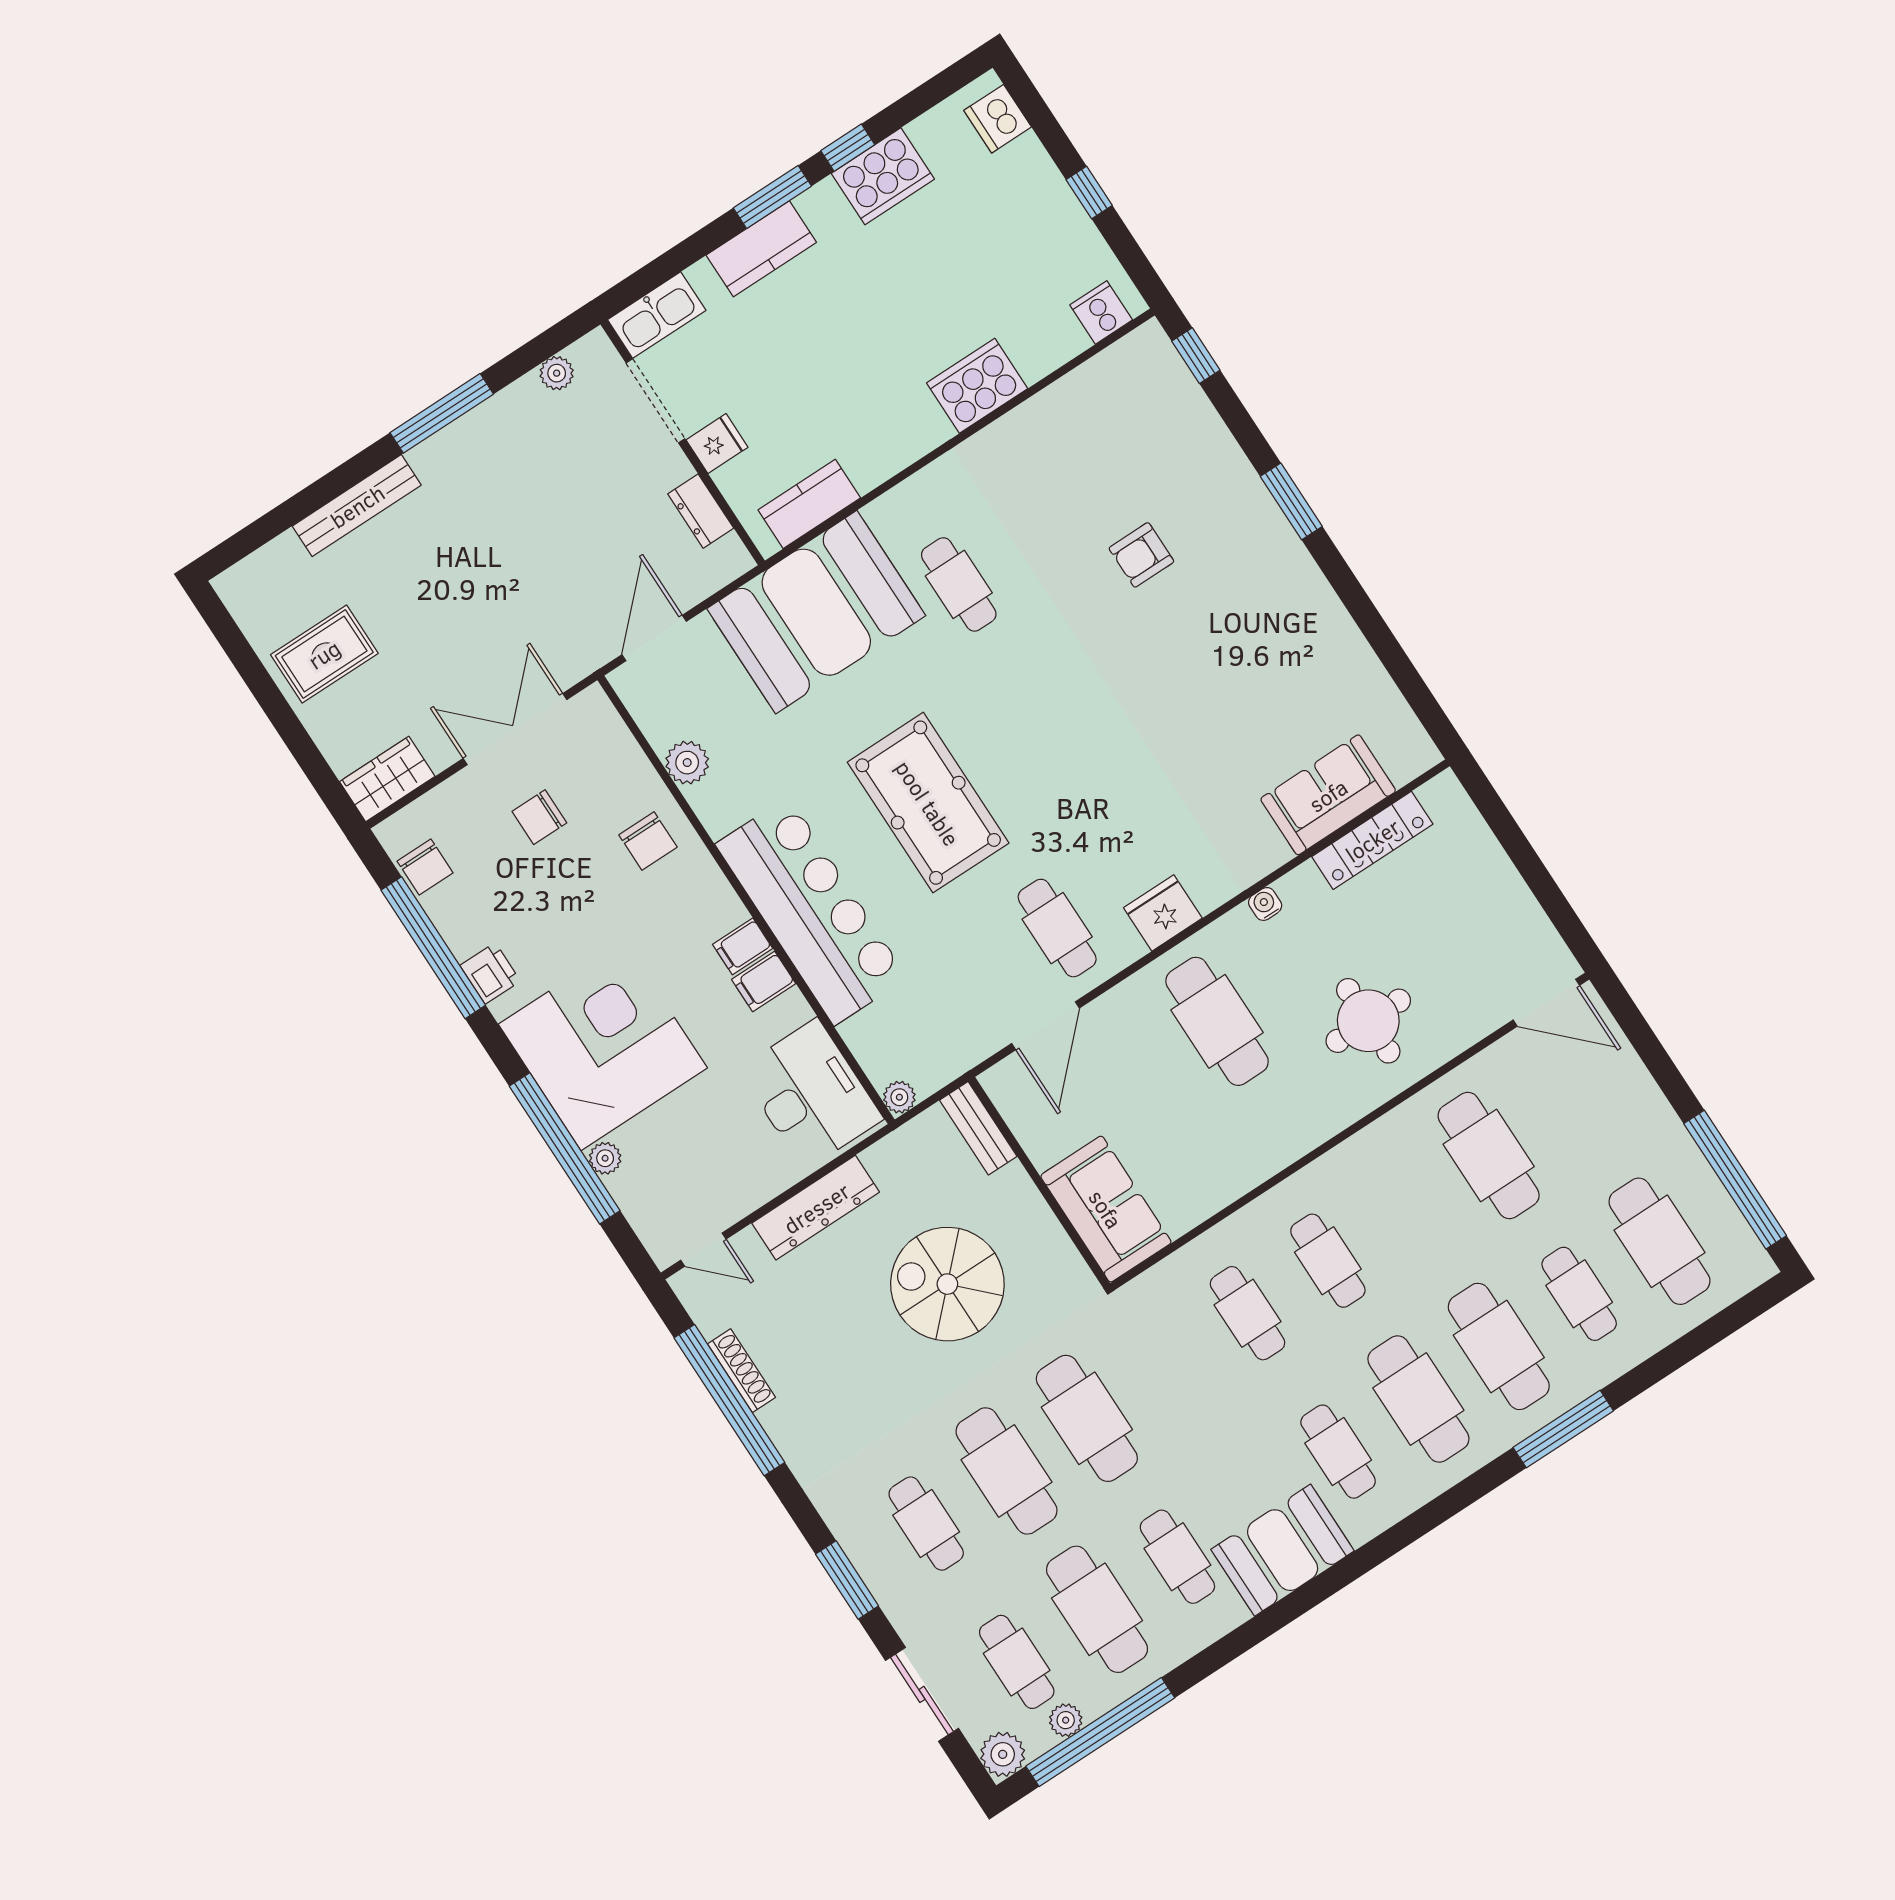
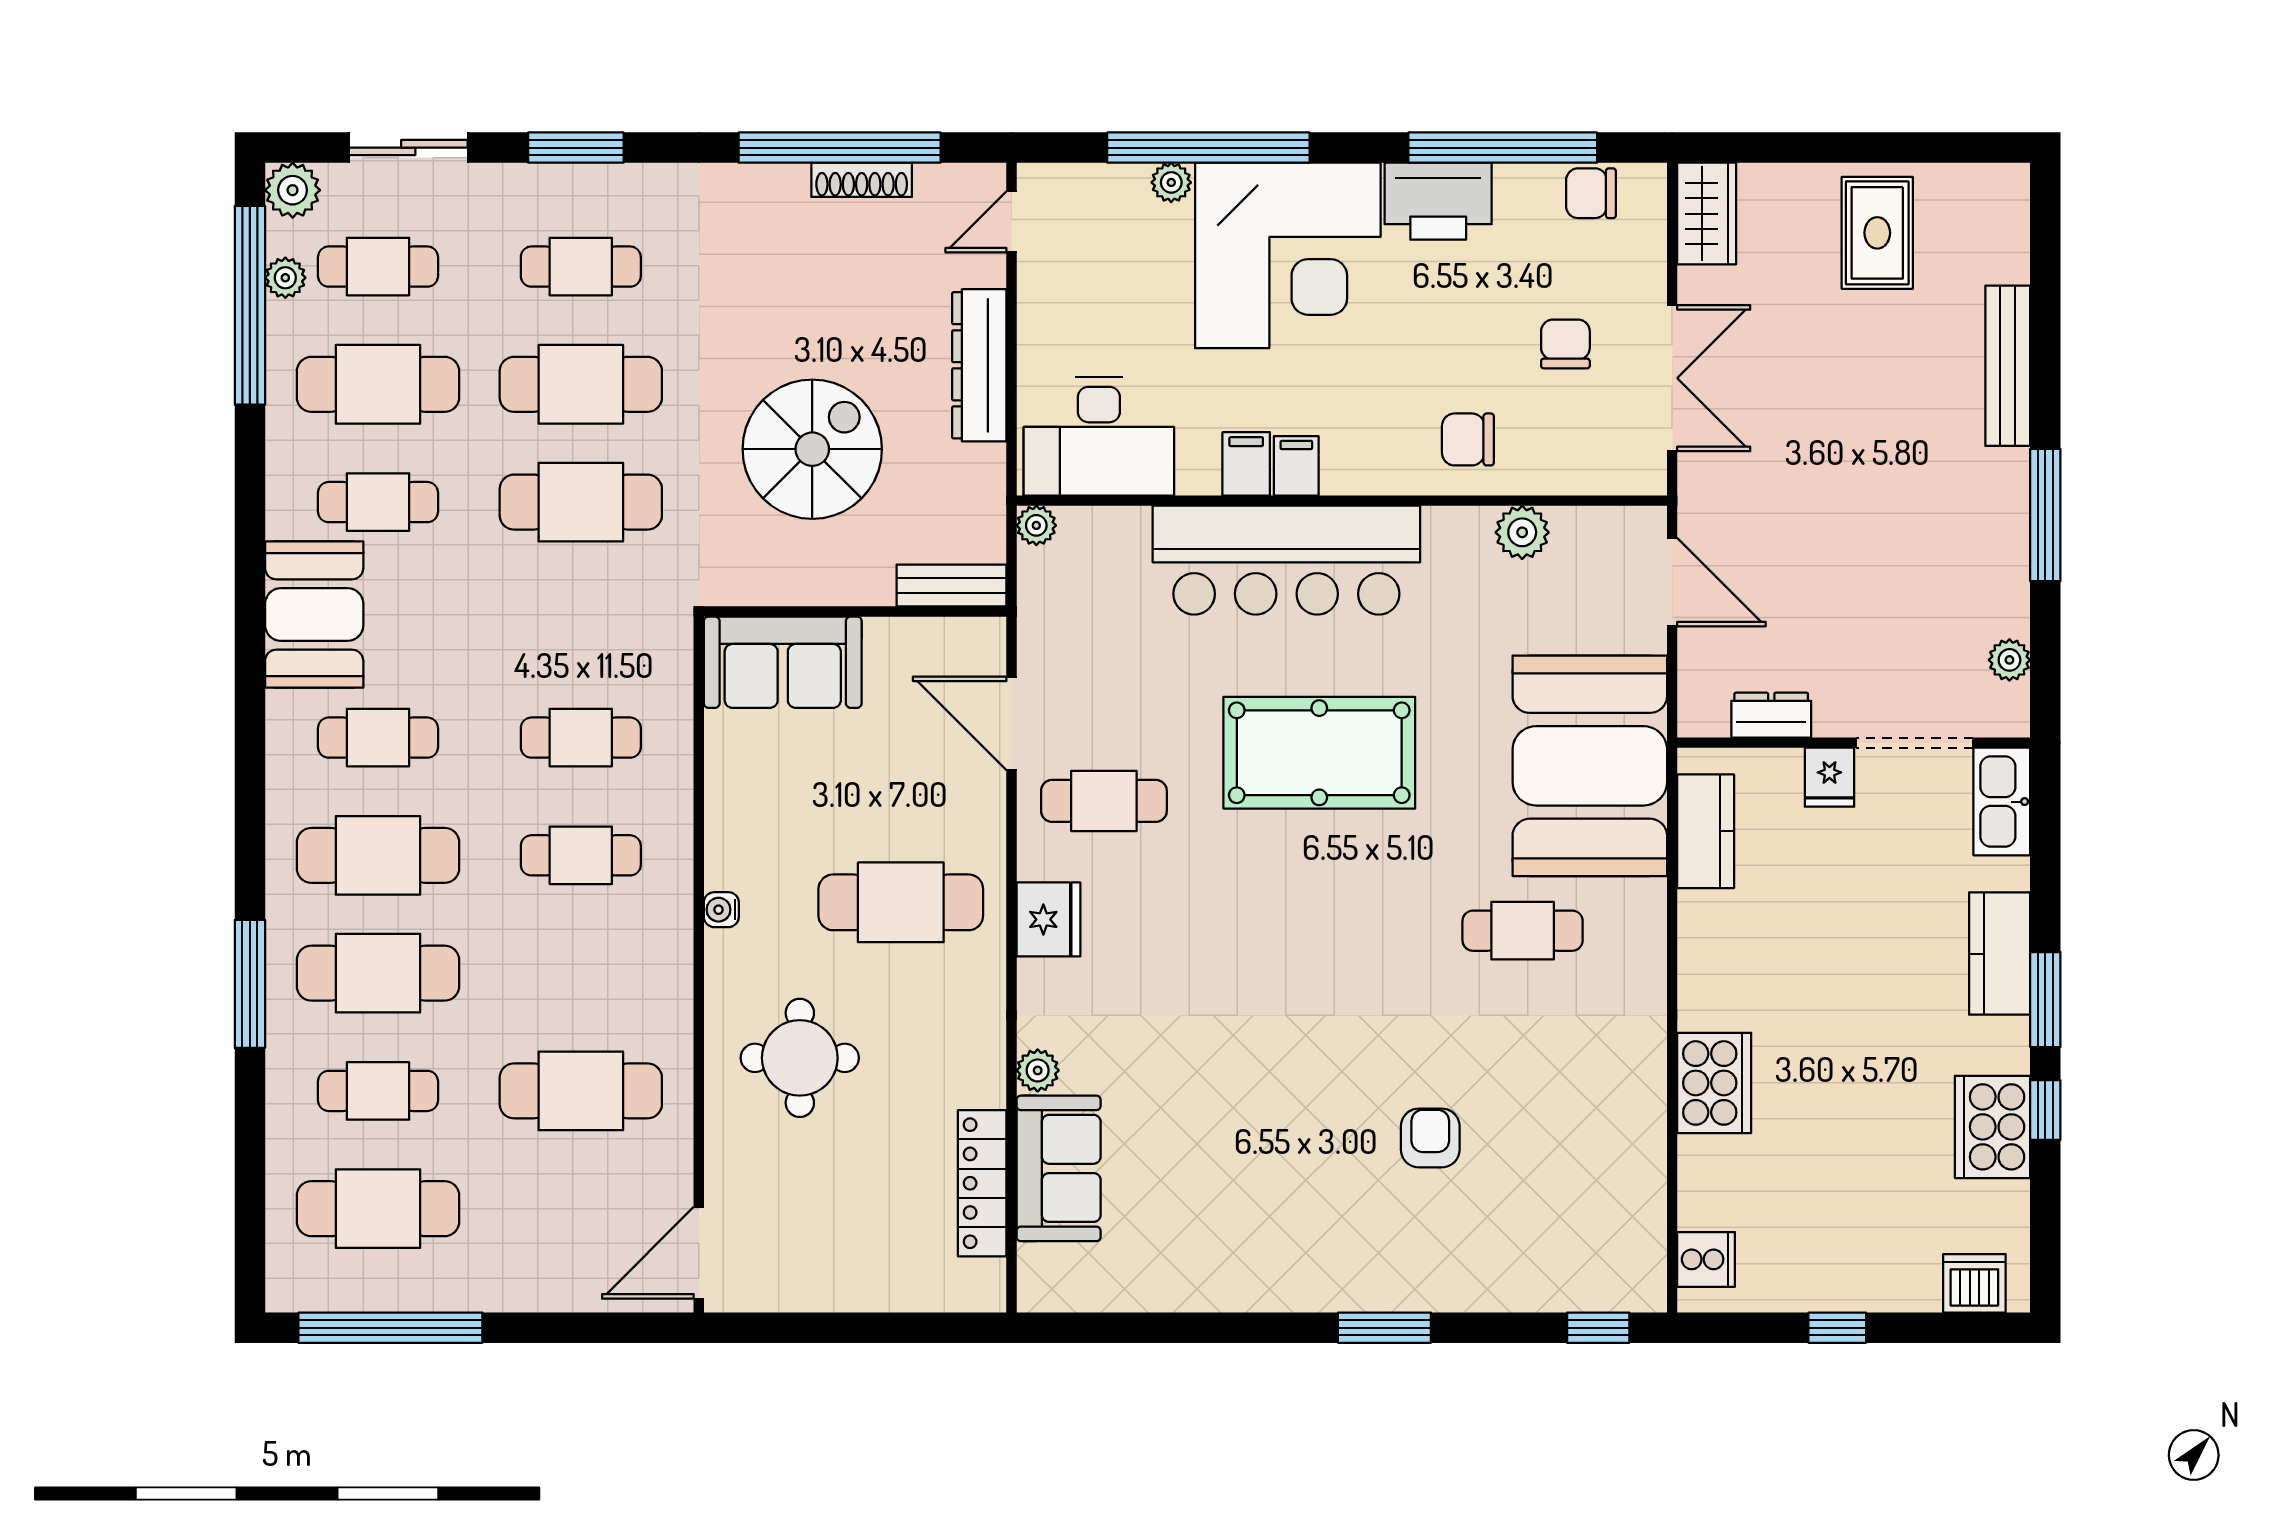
plant: (1271, 853) -> (1038, 1070), added
water cooler: (1265, 904) -> (721, 910), moved, turned 180
printer: (490, 973) -> (1438, 201), width x1.87, depth x1.48

